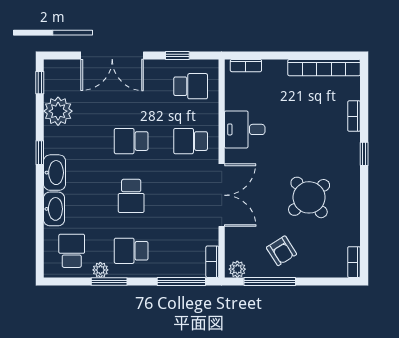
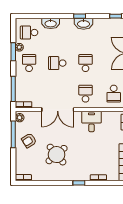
plant: (58, 111) -> (101, 25), removed
washbasin: (55, 173) -> (84, 24), moved
school desk: (72, 251) -> (29, 32), turned 180

